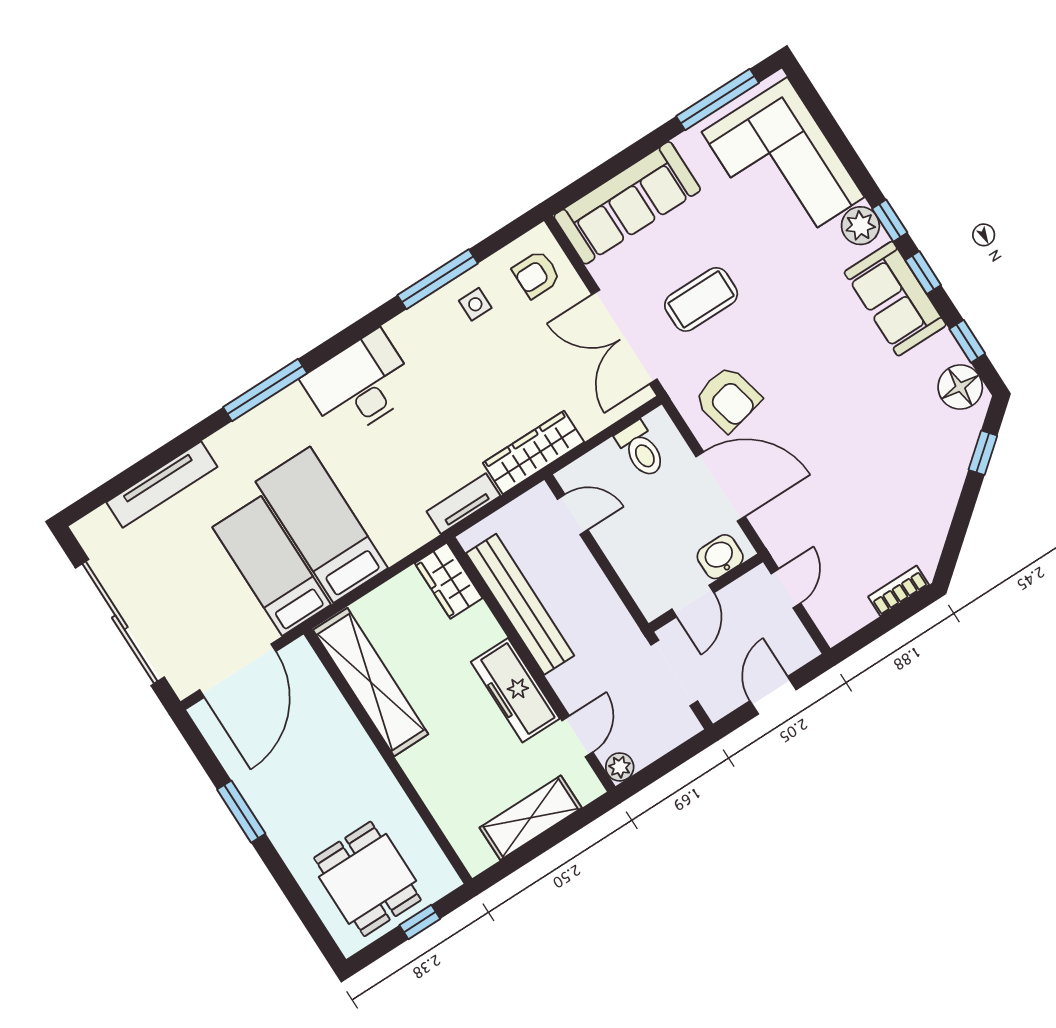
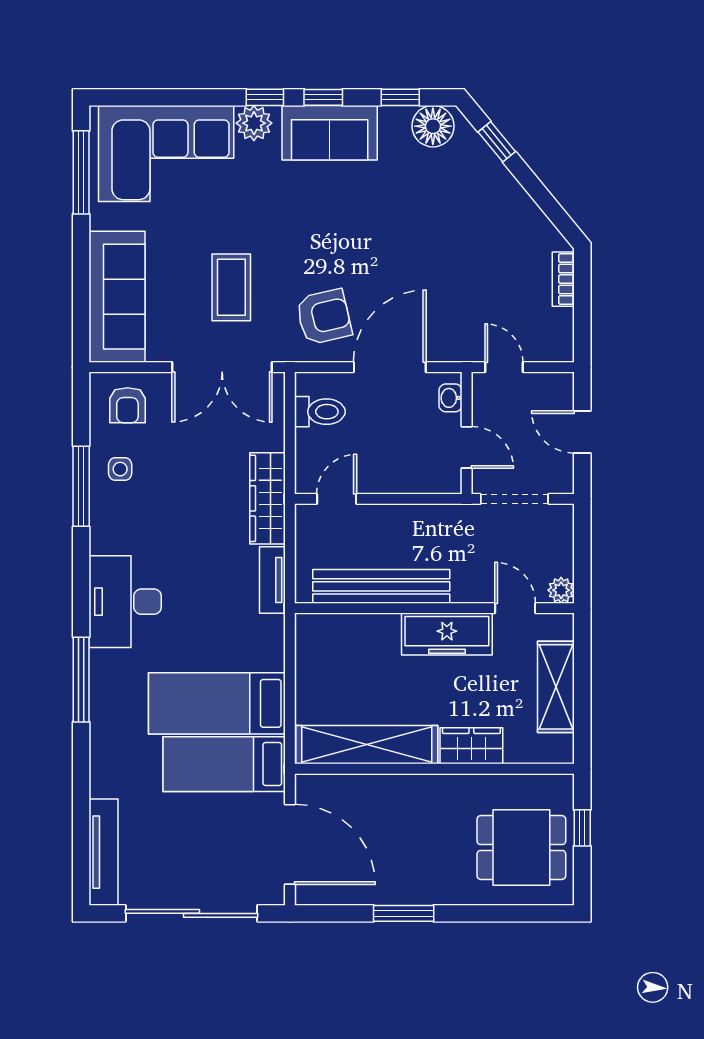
tv unit: (162, 485) -> (104, 852), moved
washbasin: (720, 557) -> (450, 398), width x0.72, depth x0.69
wardrobe: (449, 581) -> (471, 746), moved, turned 180

